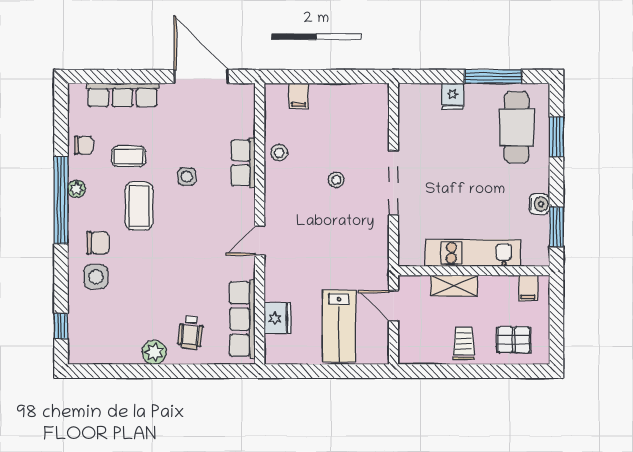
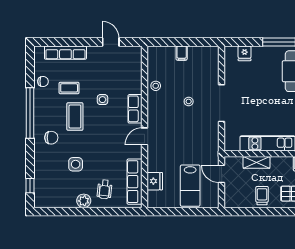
door: (201, 77) -> (111, 42), width x0.53
filing cabinet: (299, 96) -> (182, 53), moved
fridge: (453, 96) -> (245, 53), moved
row of seats: (243, 163) -> (135, 109), moved
plant: (77, 189) -> (39, 107), removed
side table: (96, 277) -> (76, 164), moved

